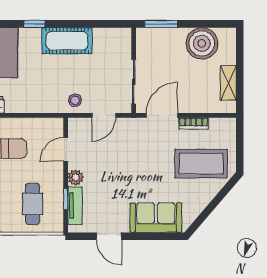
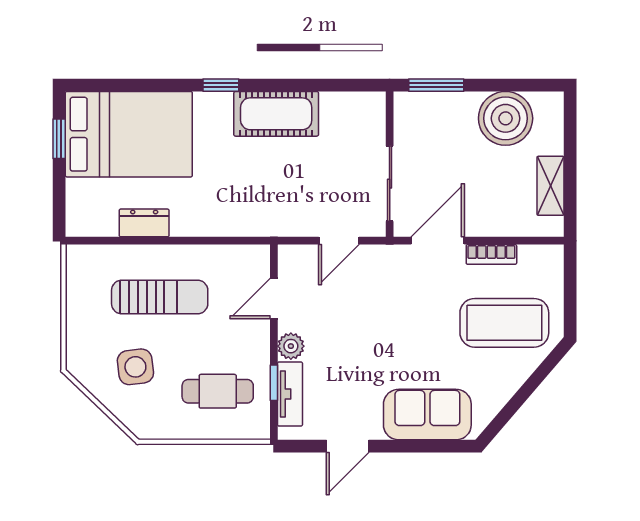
stool: (75, 100) -> (290, 215), removed
cafe table: (33, 204) -> (218, 391), turned 90
door: (109, 236) -> (348, 446), hinge flipped

